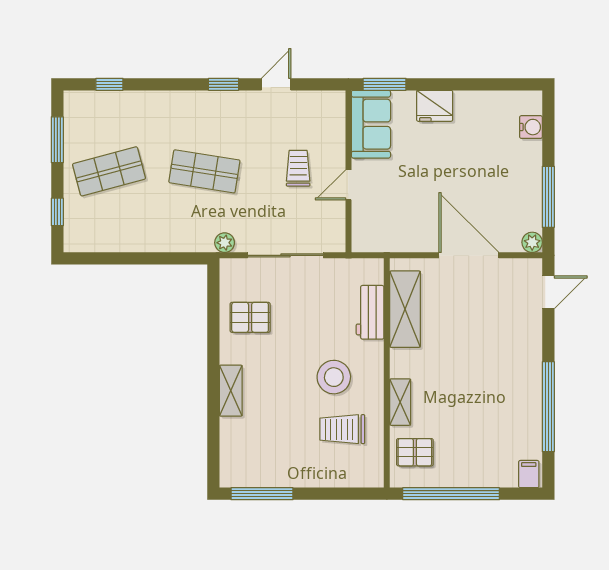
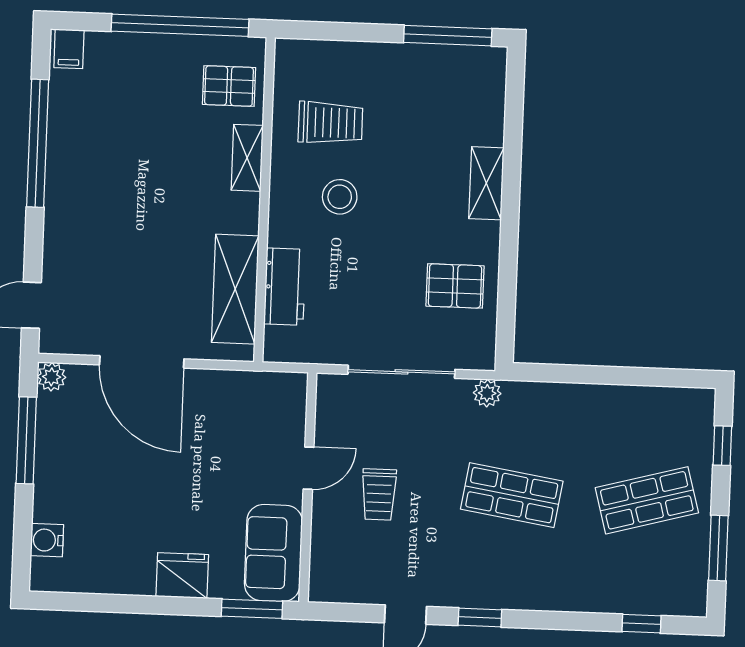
stool: (334, 377) -> (340, 197), width x0.73, depth x0.73

